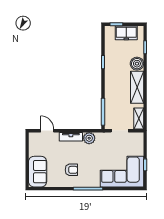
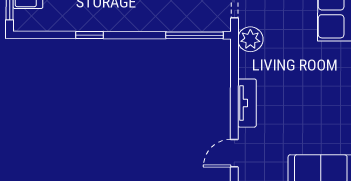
plant: (89, 138) -> (250, 39), moved
armchair: (71, 170) -> (317, 102), removed

